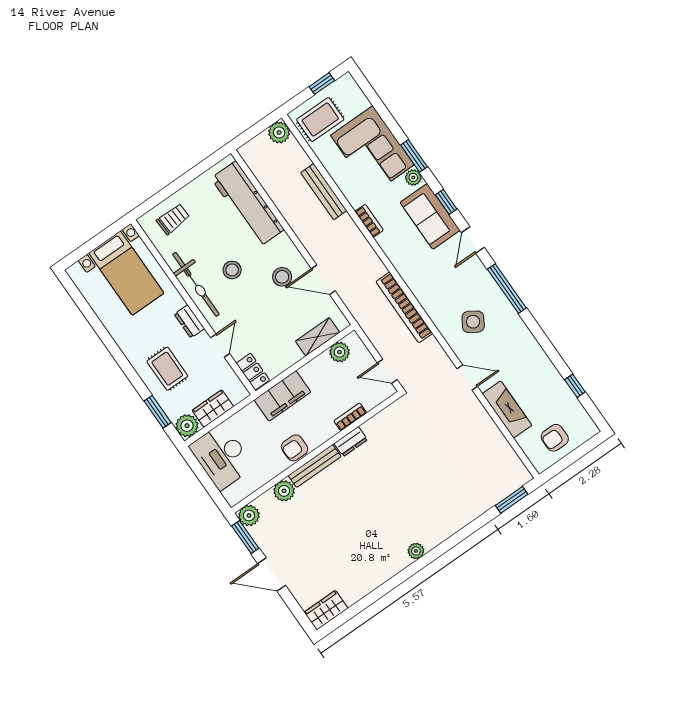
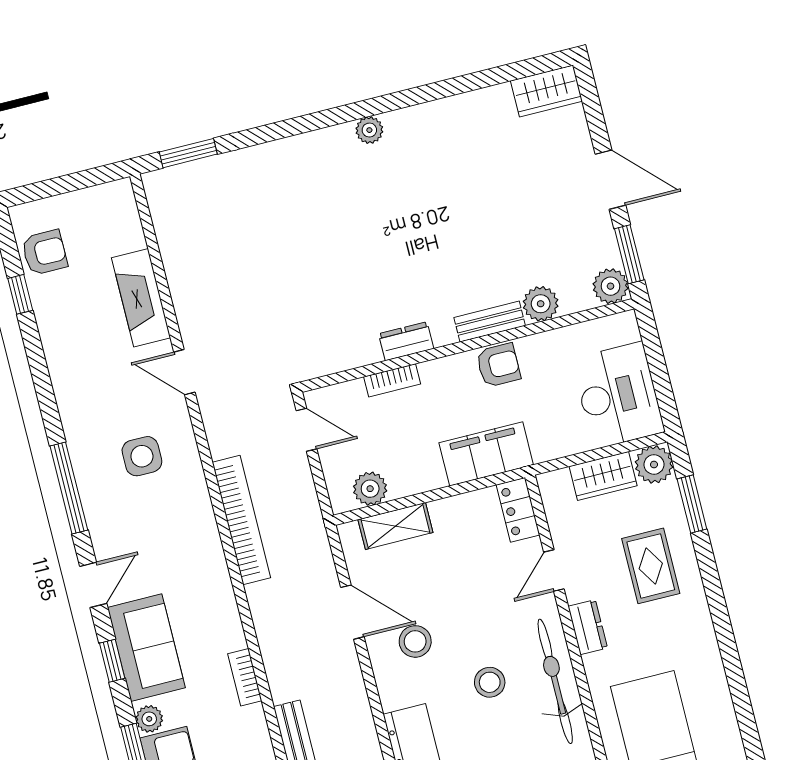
side table: (473, 322) -> (142, 456), turned -32
armchair: (555, 438) -> (44, 252), moved
bench: (315, 466) -> (490, 322), width x0.73

